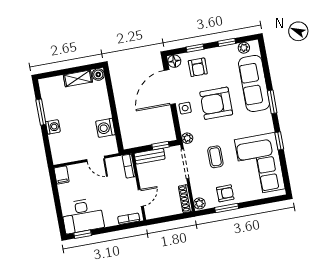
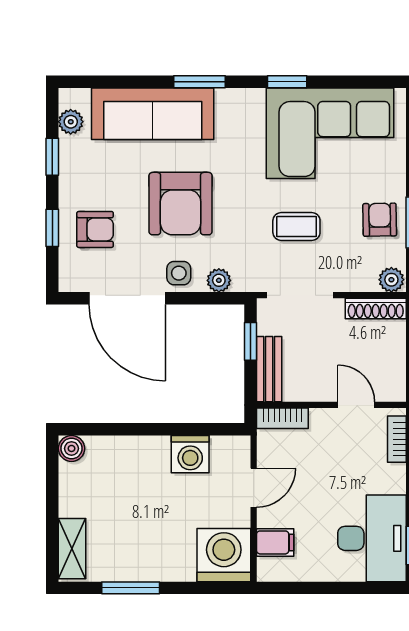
floor lamp: (174, 61) -> (72, 278), removed
shelving: (78, 78) -> (72, 549), moved
washing machine: (53, 127) -> (224, 555), moved, width x1.89, depth x1.89
plant: (187, 138) -> (219, 280), moved
filing cabinet: (62, 175) -> (275, 542), moved

